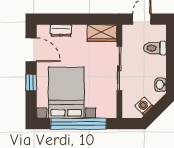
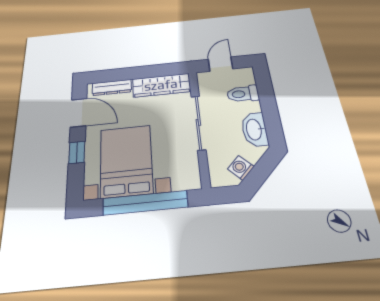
dresser: (61, 30) -> (112, 87), width x1.44
wardrobe: (102, 33) -> (161, 85), width x1.50
washbasin: (161, 85) -> (254, 129), width x1.91, depth x1.45

